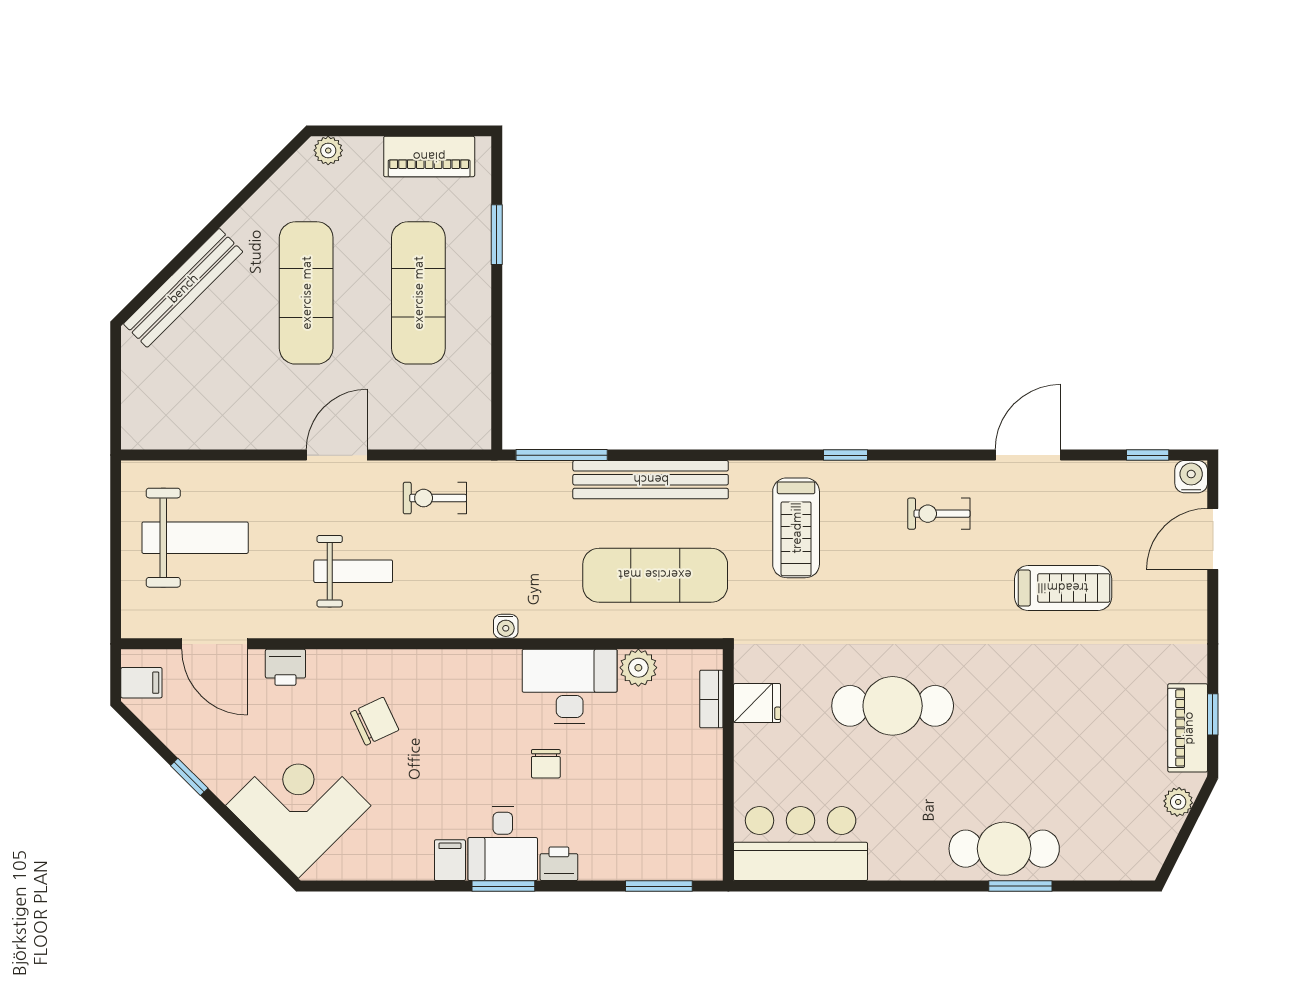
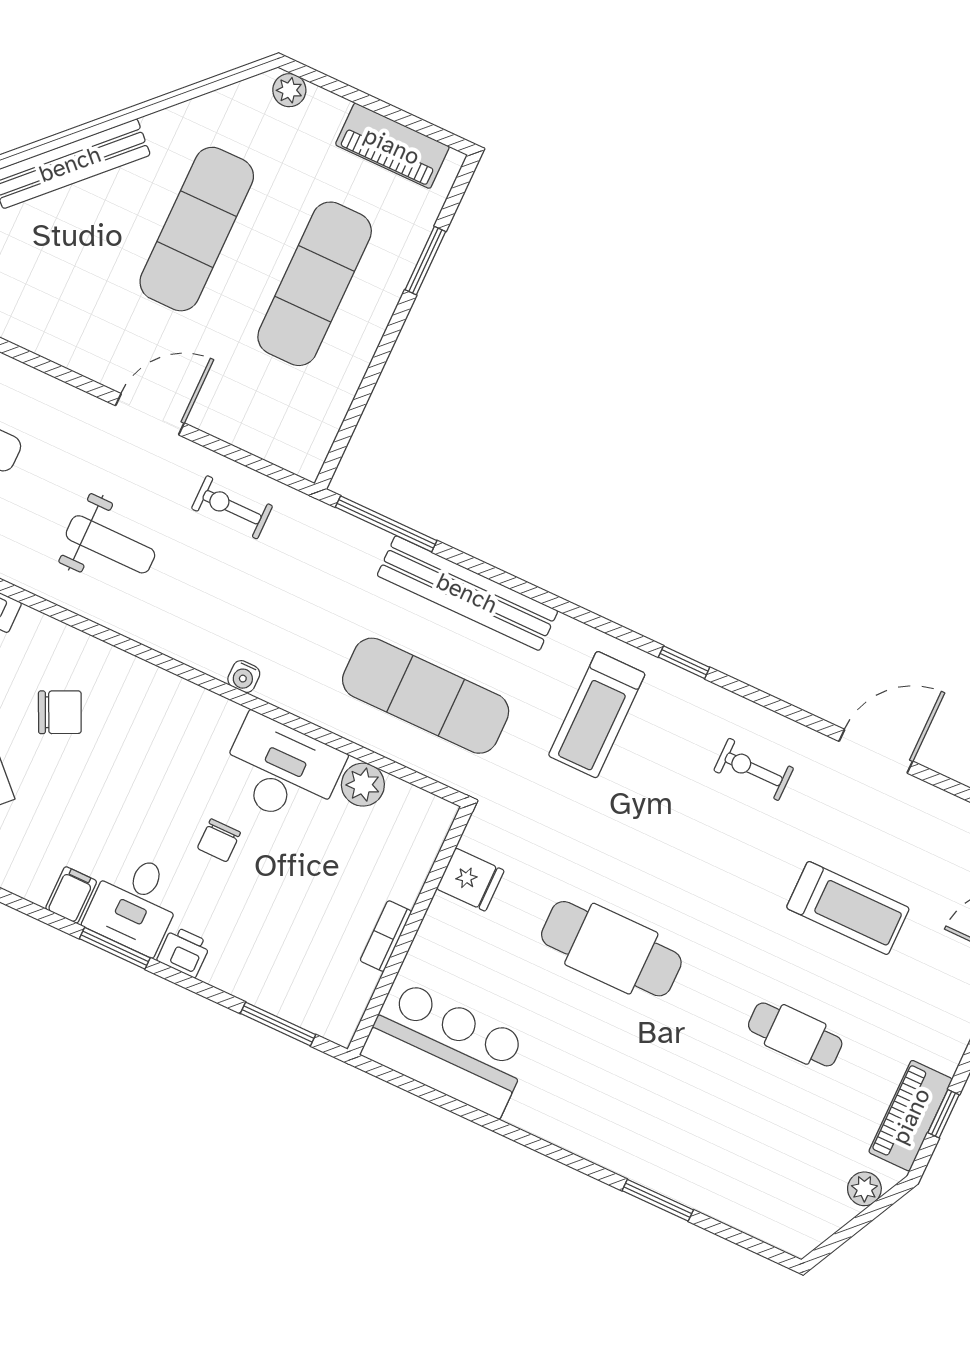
bookcase: (711, 699) -> (386, 936), moved
cafe table: (1004, 849) -> (795, 1034), moved, width x0.73, depth x0.74

